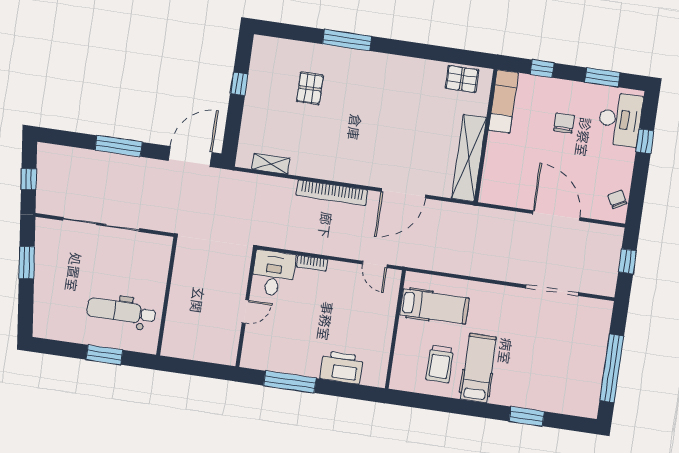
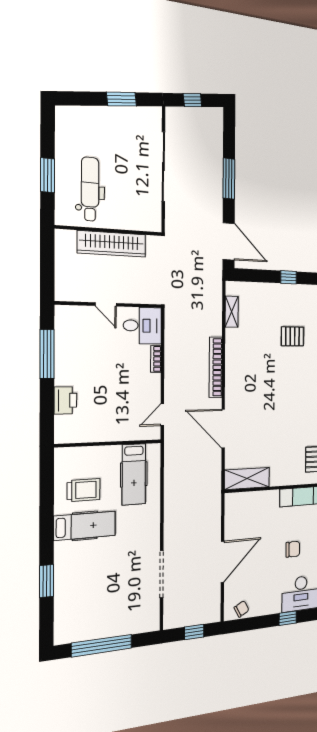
shelving: (469, 158) -> (247, 478), width x0.68
wardrobe: (181, 296) -> (112, 244), added
trolley: (440, 364) -> (84, 490), turned 180
printer: (342, 367) -> (65, 400), width x0.73, depth x0.84

